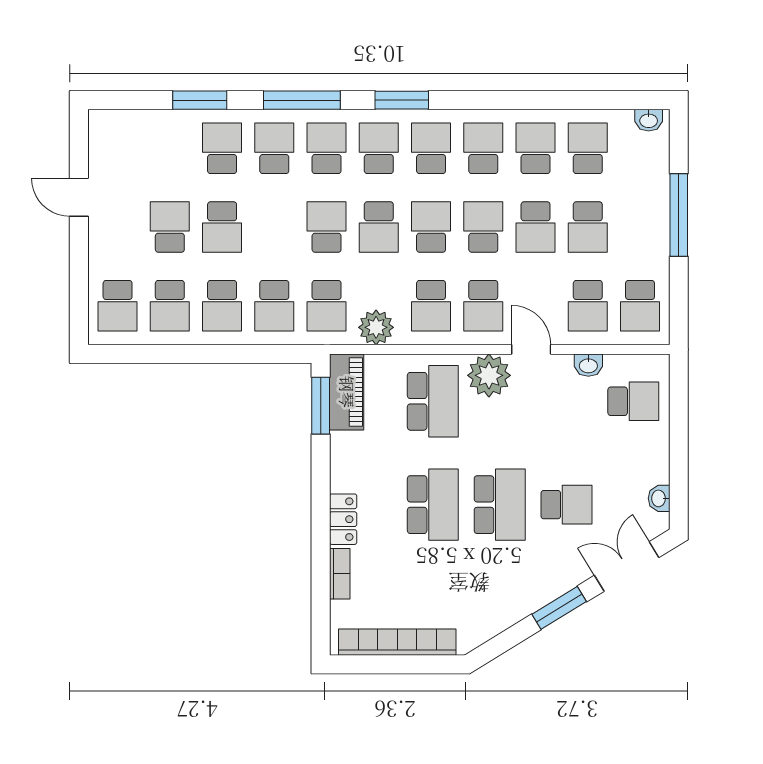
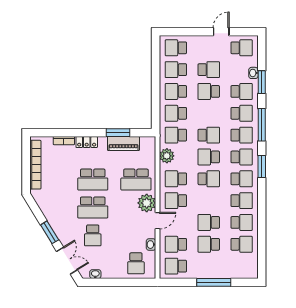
washbasin: (649, 120) -> (253, 73), moved
school desk: (483, 227) -> (242, 48), moved
piano: (347, 392) -> (123, 143), moved
window: (321, 406) -> (118, 133), moved

